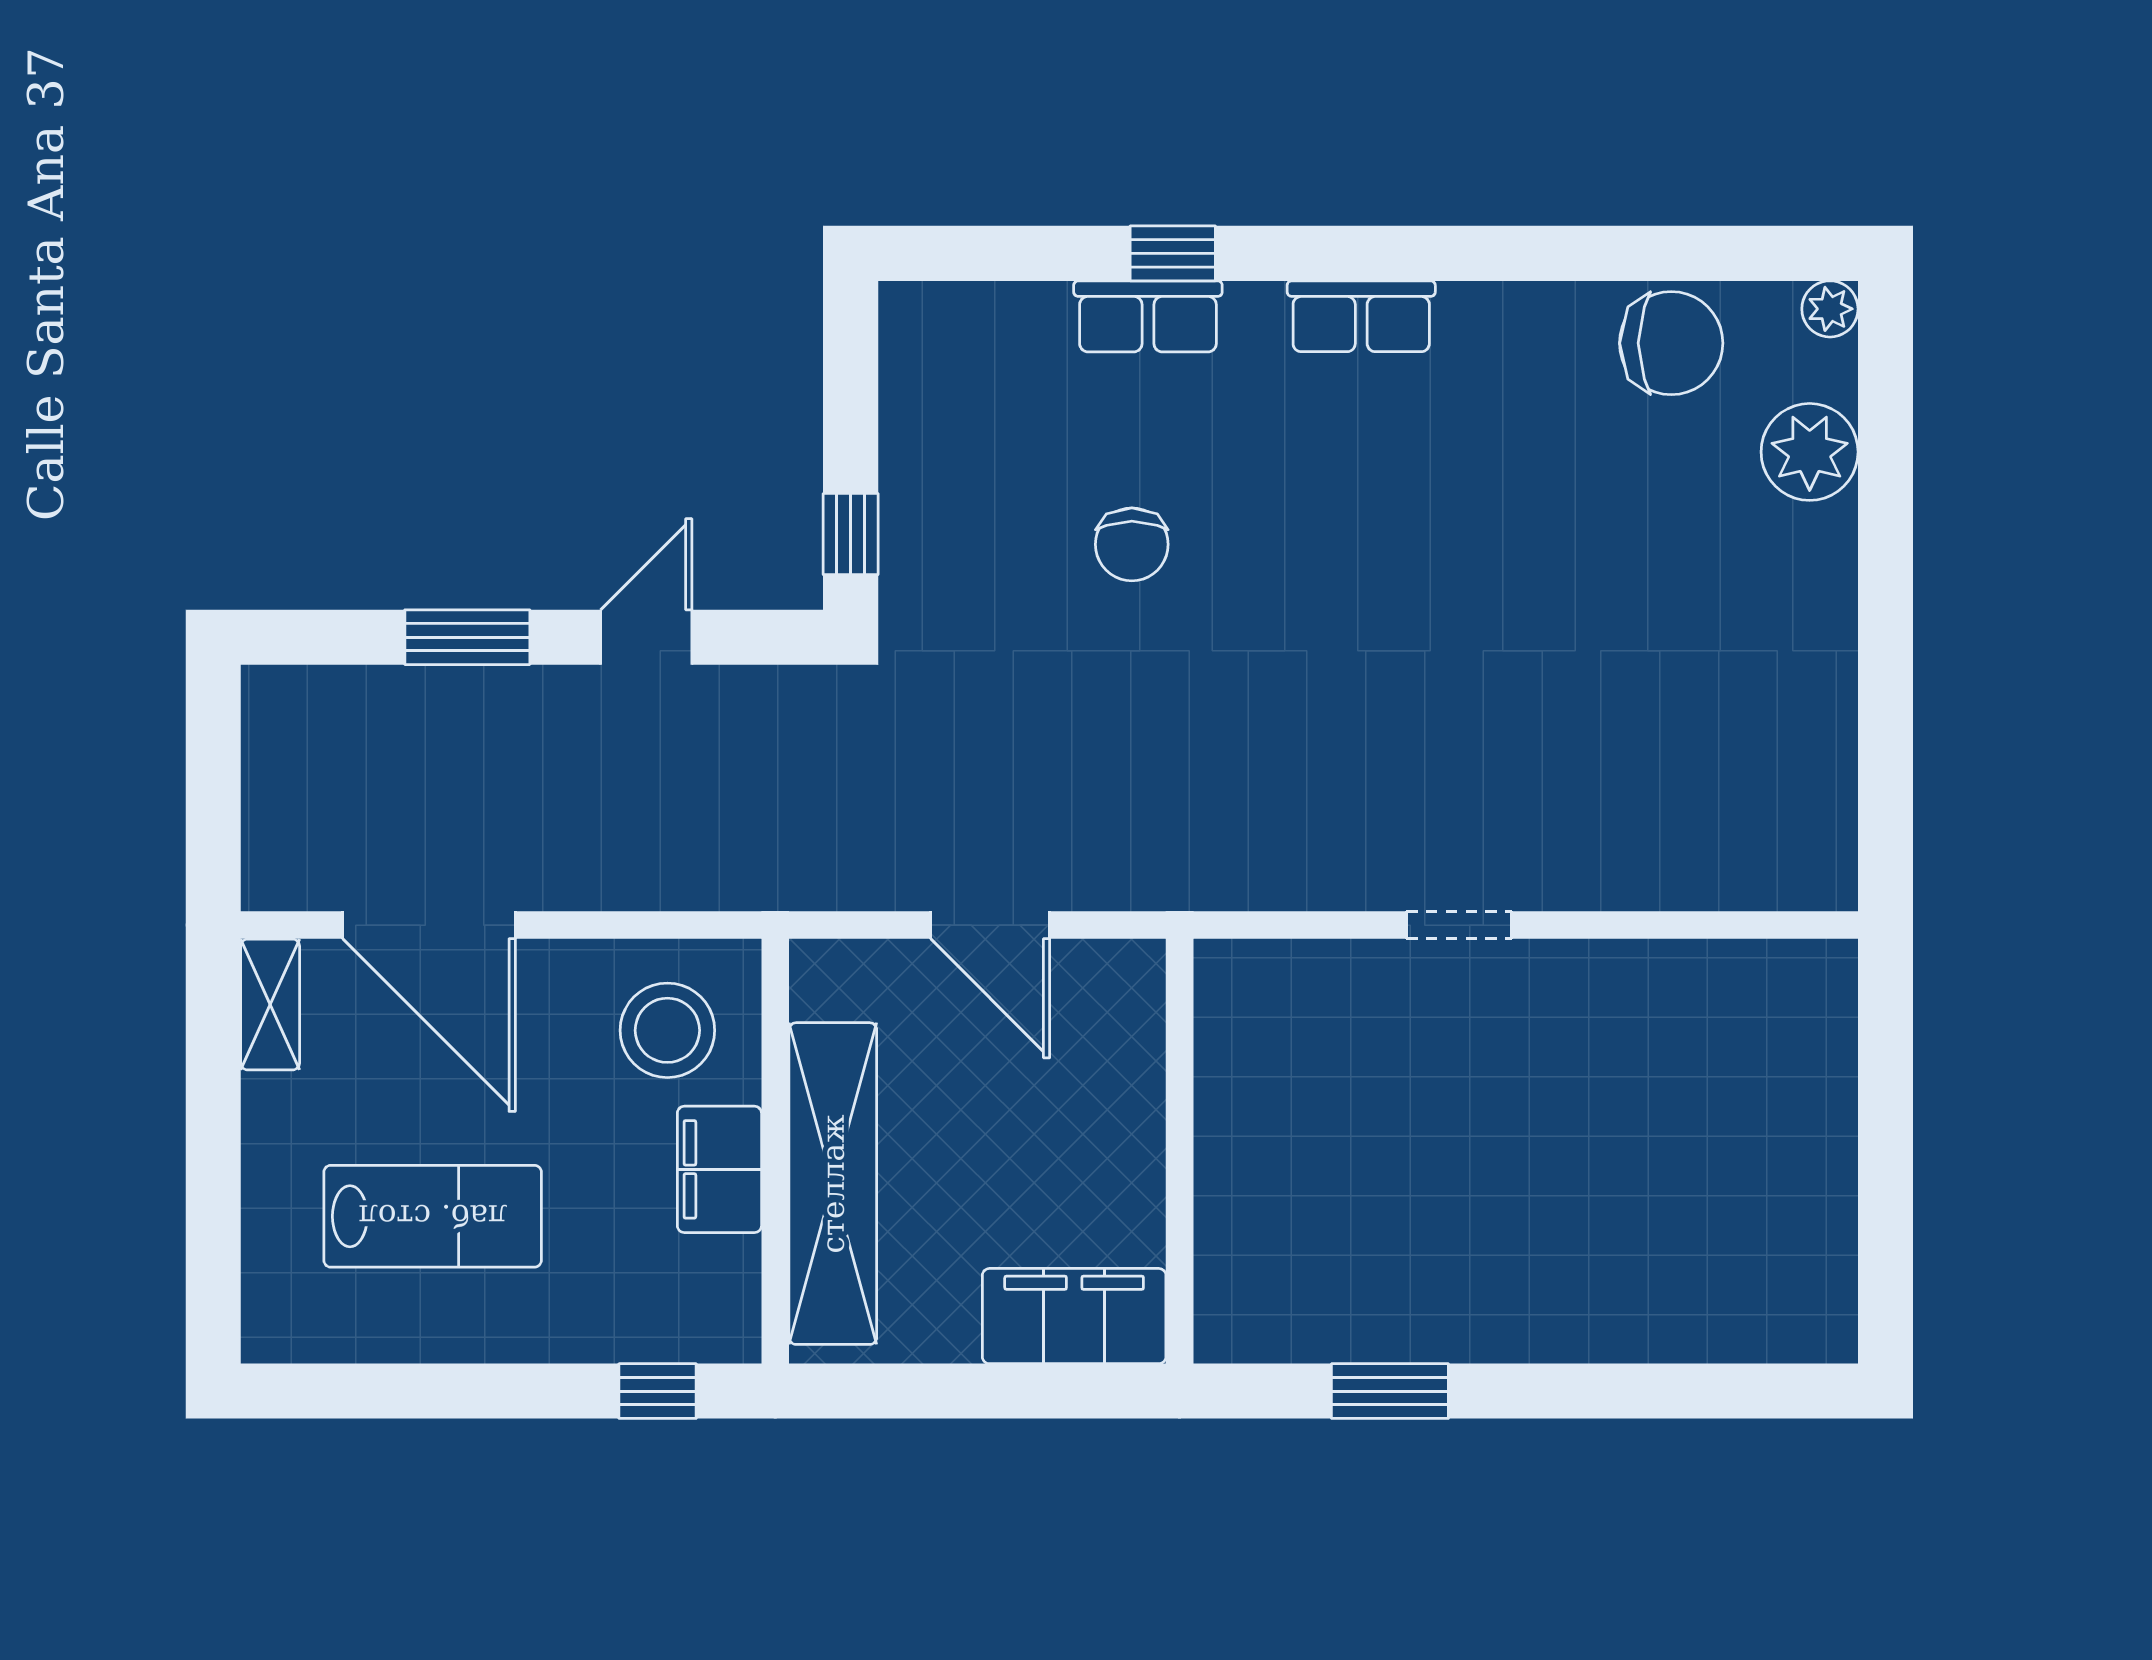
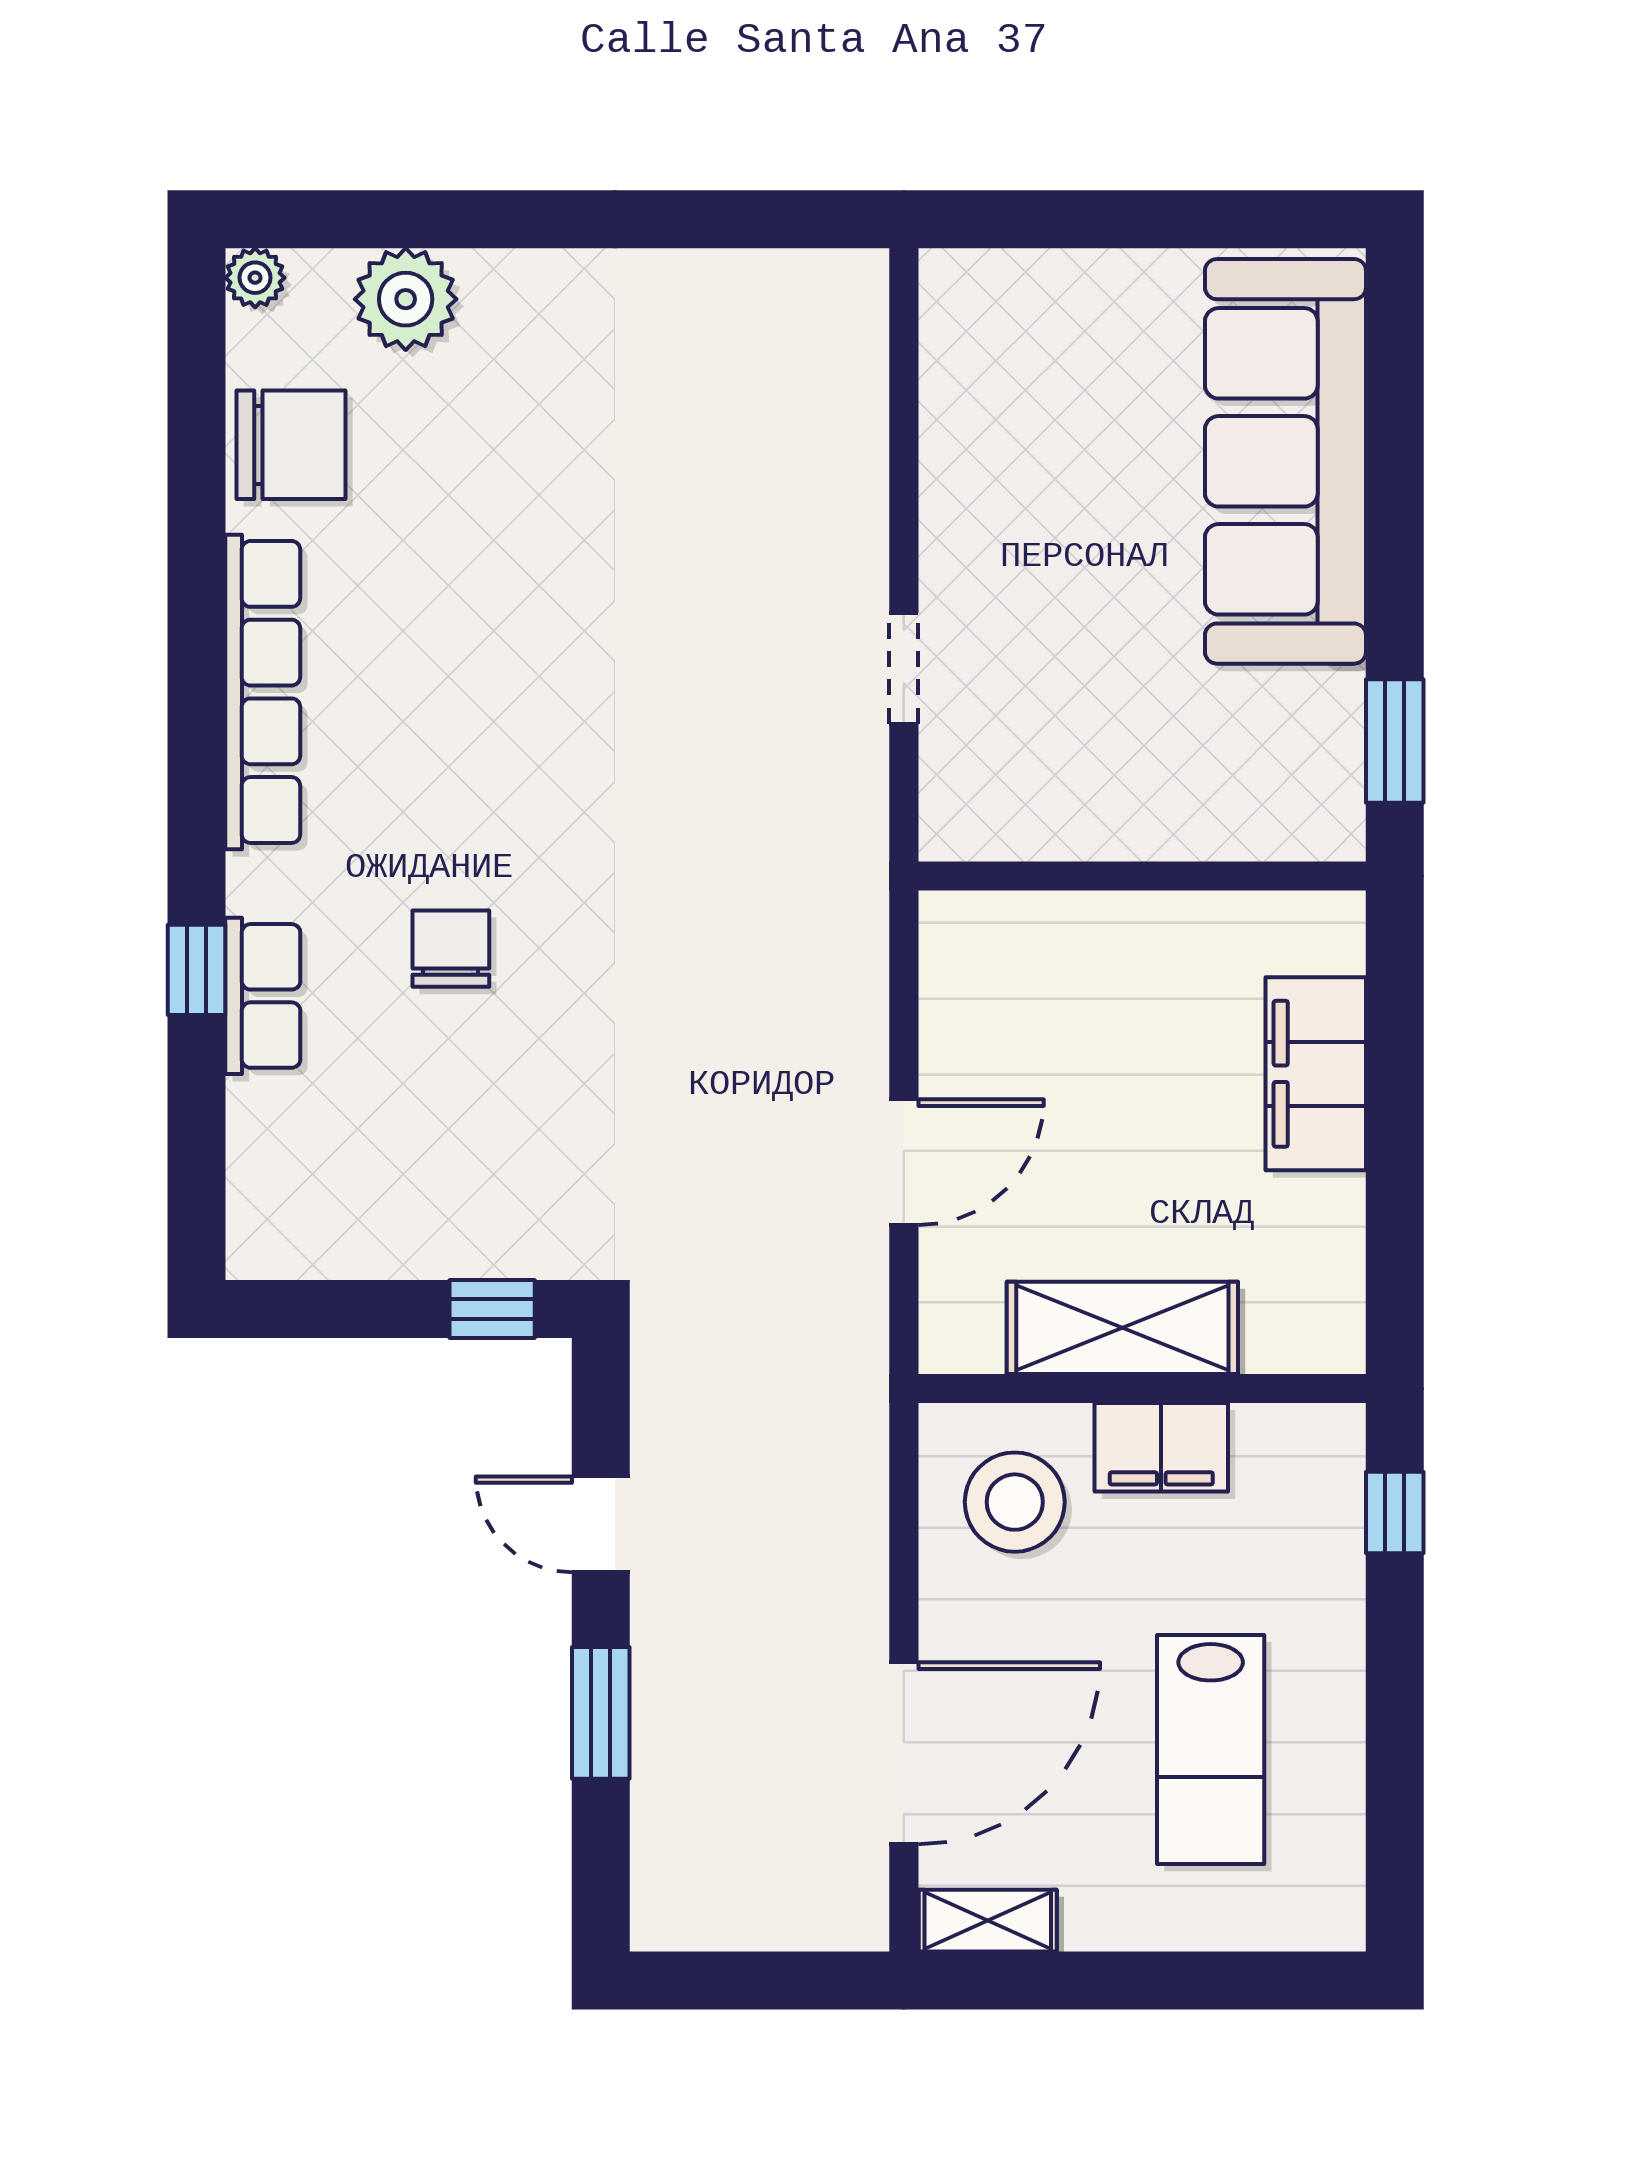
row of seats: (1361, 316) -> (263, 692), width x2.02
chair: (1671, 343) -> (291, 445), turned 90
chair: (1132, 544) -> (451, 949), moved, turned -90
wall: (1180, 1151) -> (1142, 876), moved
shelving: (833, 1184) -> (1122, 1328), width x0.68
lab bench: (433, 1216) -> (1211, 1749), turned 180
sofa: (1656, 1287) -> (1285, 461), added

